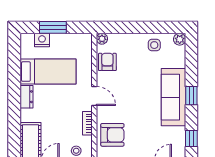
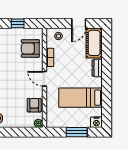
nightstand: (42, 40) -> (96, 122), moved
armchair: (107, 62) -> (34, 105), turned 180
dresser: (26, 97) -> (97, 68), moved

